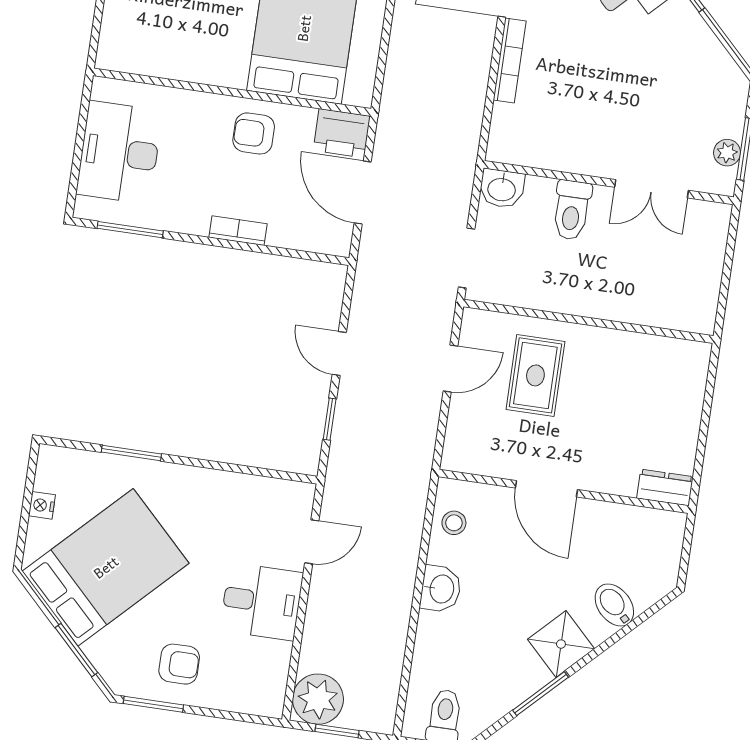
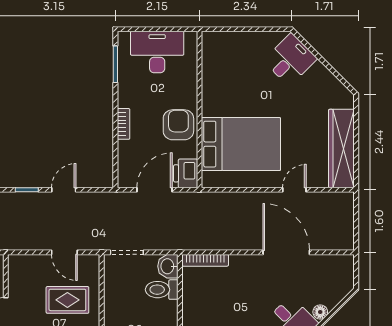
bookcase: (510, 61) -> (205, 260), moved
armchair: (254, 133) -> (178, 125), width x1.38, depth x1.38
toilet: (572, 210) -> (162, 290), moved

